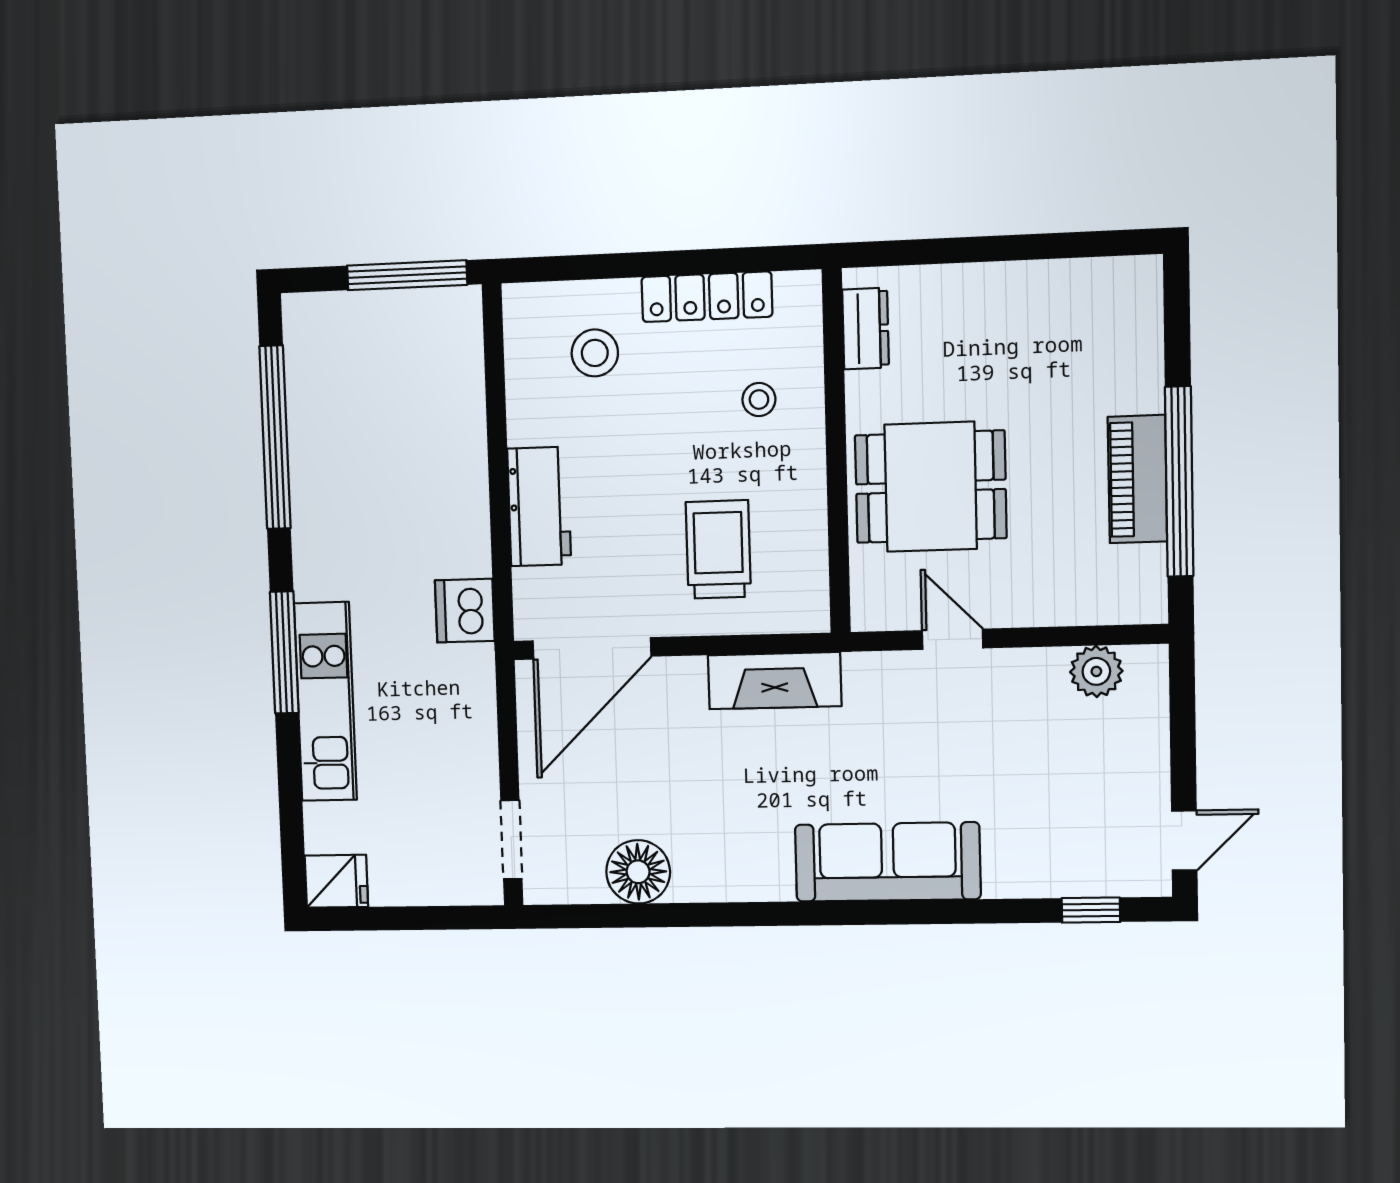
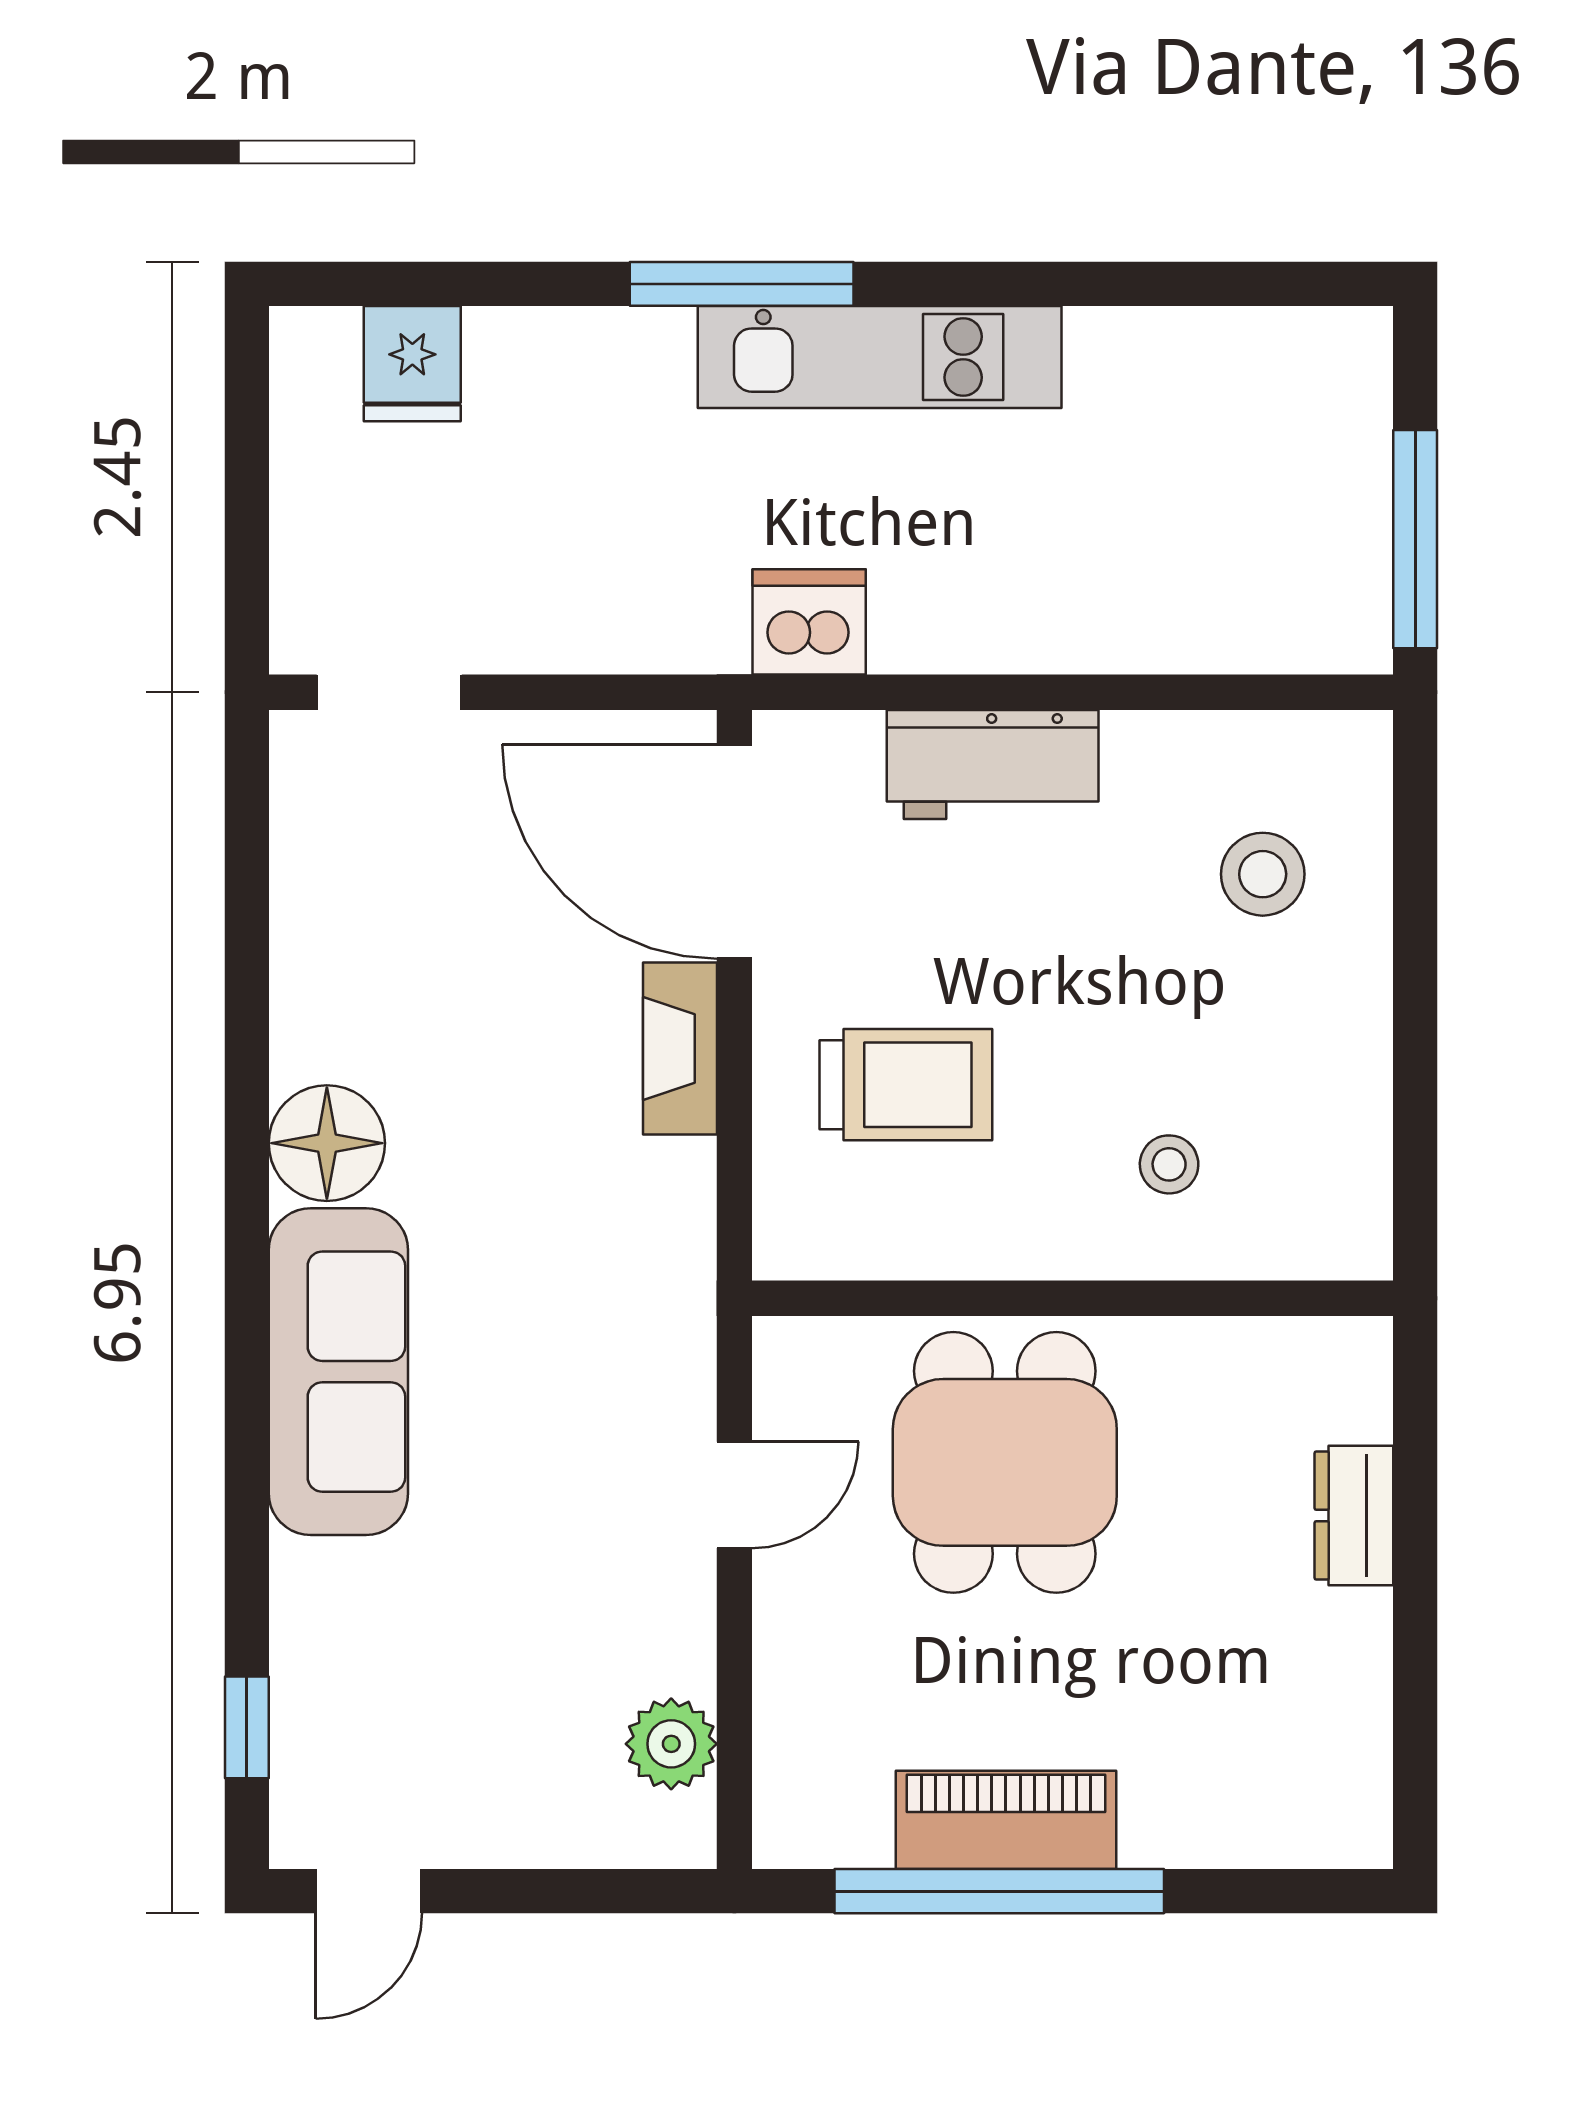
locker: (707, 297) -> (1353, 1077), removed
dresser: (866, 329) -> (1354, 1516), moved, turned 90
window: (275, 437) -> (1134, 284), removed
fireplace: (775, 681) -> (680, 1049), moved, width x0.73, depth x0.76
kitchen unit: (325, 702) -> (880, 357), moved
door: (1184, 840) -> (369, 1891), hinge flipped
floor lamp: (638, 872) -> (327, 1143), moved
fridge: (336, 881) -> (412, 364), moved

